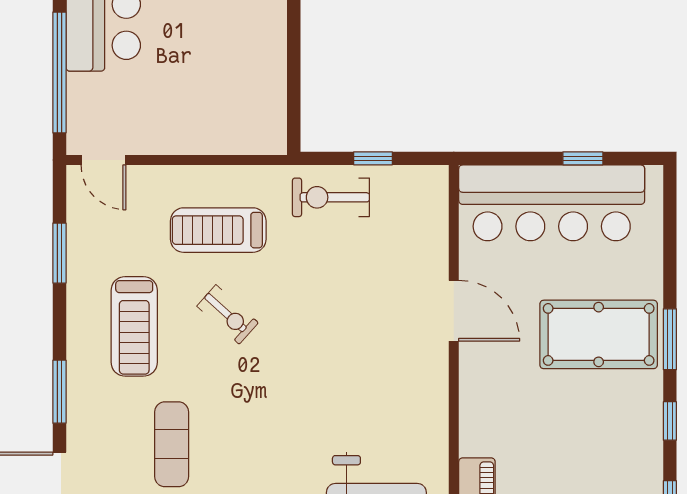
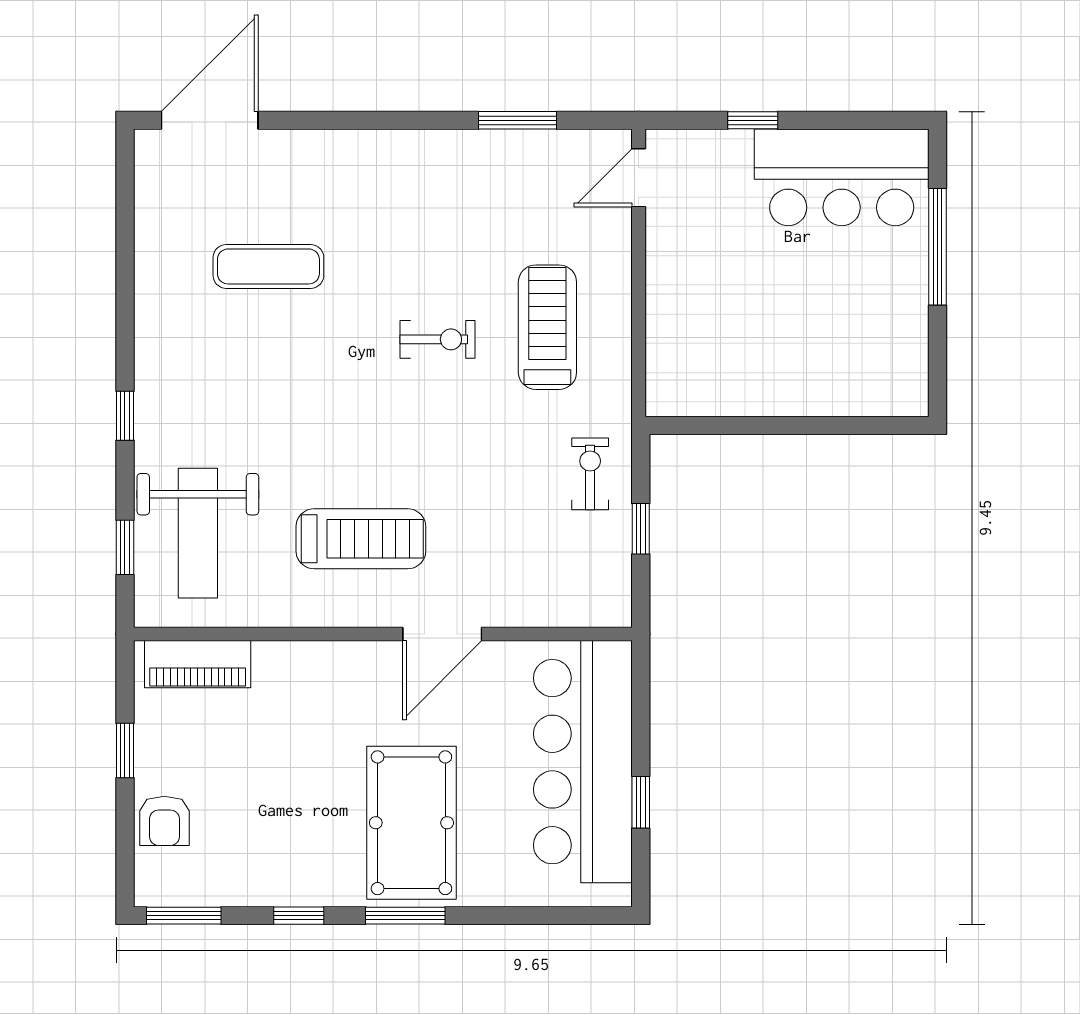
window: (59, 72) -> (753, 120), width x0.32
exercise bike: (331, 197) -> (590, 474), width x0.73, depth x0.72
exercise bike: (228, 314) -> (438, 339), turned -132
treadmill: (134, 326) -> (361, 539), moved, turned 180
window: (59, 392) -> (337, 120), removed

